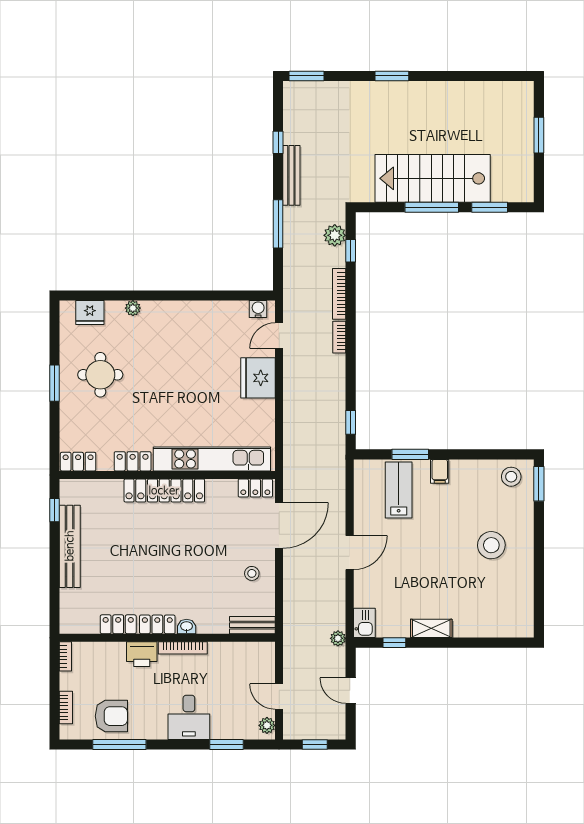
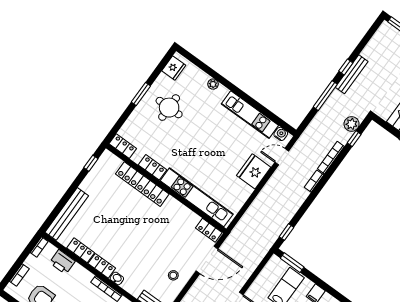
window: (278, 142) -> (346, 67), moved
fridge: (90, 313) -> (174, 68), moved, turned -90
kitchen unit: (204, 313) -> (250, 115), added
window: (410, 454) -> (292, 263), moved
locker: (164, 491) -> (142, 184), moved
bench: (70, 546) -> (67, 214), moved
printer: (142, 654) -> (62, 262), moved

